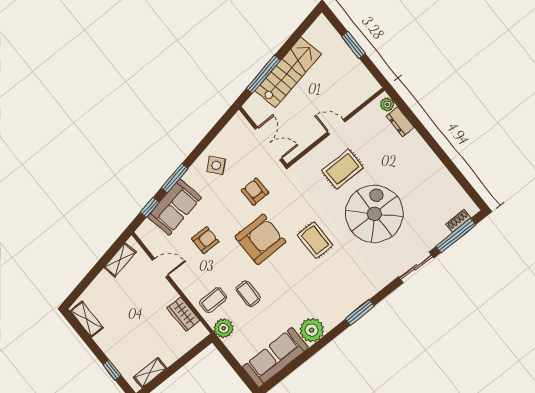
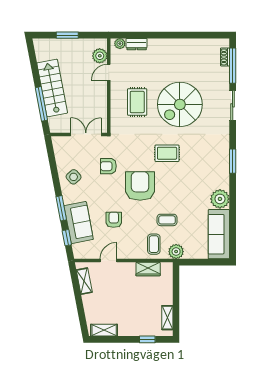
plant: (359, 94) -> (100, 56), added
door: (336, 127) -> (109, 72), moved
spiral stairs: (374, 214) -> (180, 104), turned -90

